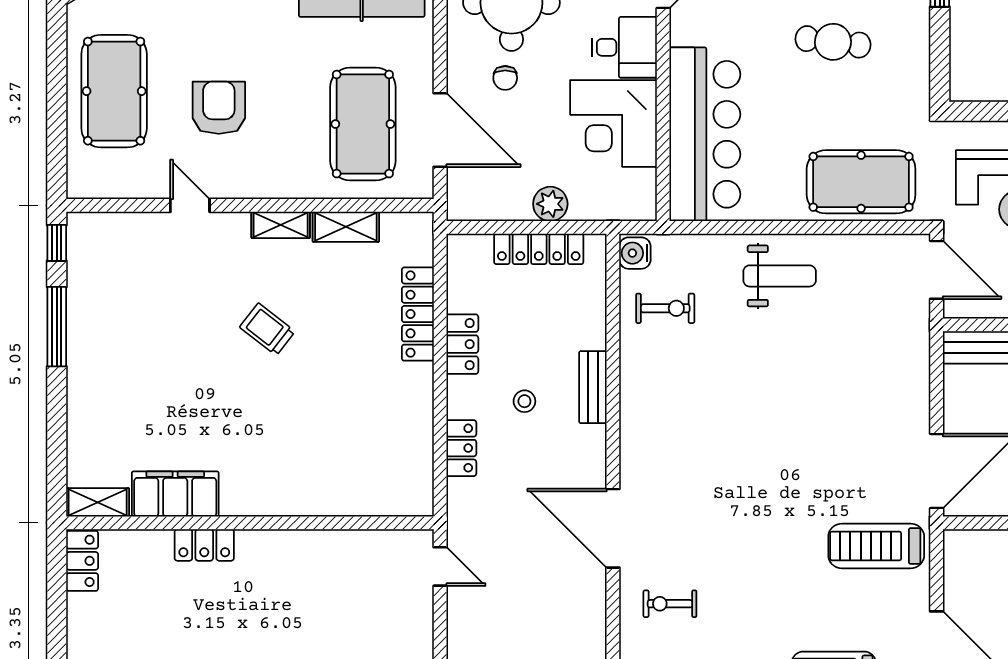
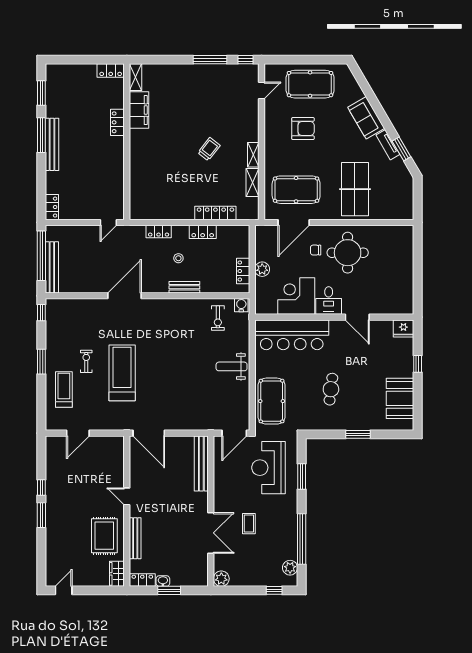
door: (190, 205) -> (262, 90), moved
locker: (539, 249) -> (243, 271), width x0.66
weight bench: (780, 276) -> (232, 366), turned 90
treadmill: (876, 546) -> (122, 373), moved, width x1.37, depth x1.38
exercise bike: (670, 604) -> (86, 361), moved

